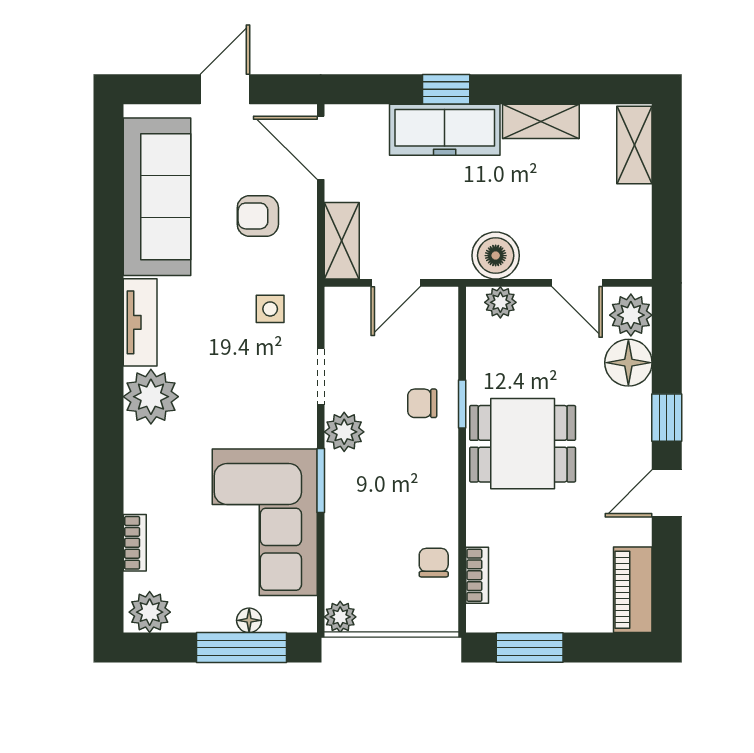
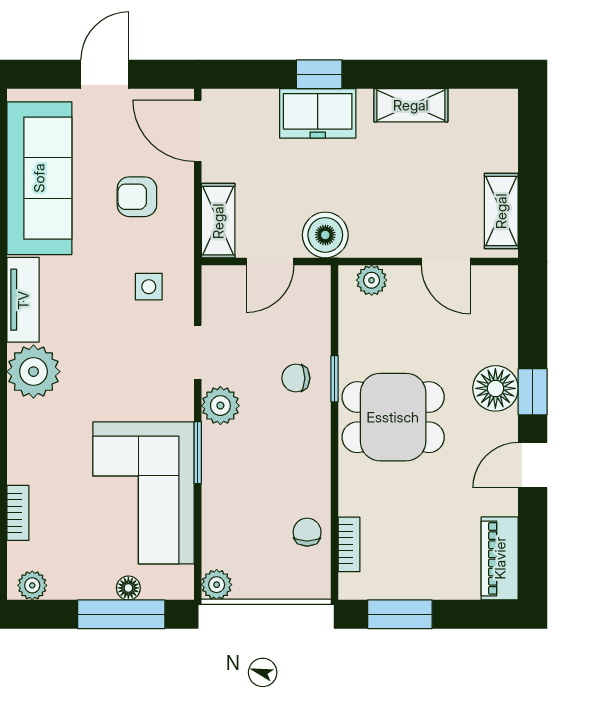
freezer: (445, 130) -> (318, 113), width x0.71
shelving: (634, 145) -> (501, 211), moved
boiler: (496, 256) -> (325, 235), moved
plant: (631, 315) -> (498, 293), removed
floor lamp: (628, 363) -> (495, 388), moved
plant: (150, 612) -> (32, 585), width x0.73, depth x0.73

